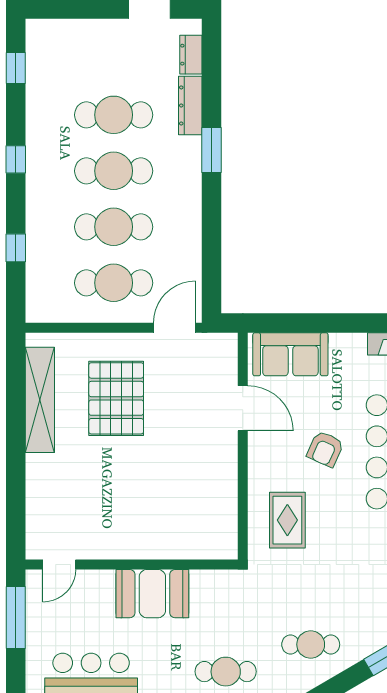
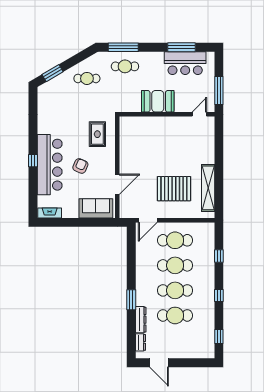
pallet: (116, 398) -> (174, 189), turned 90
door: (243, 408) -> (117, 184), swing flipped

